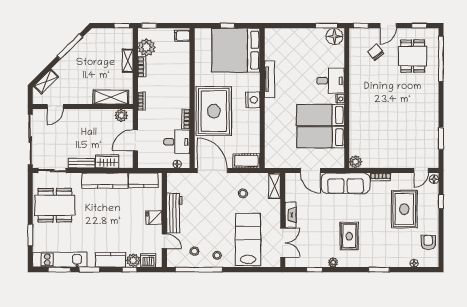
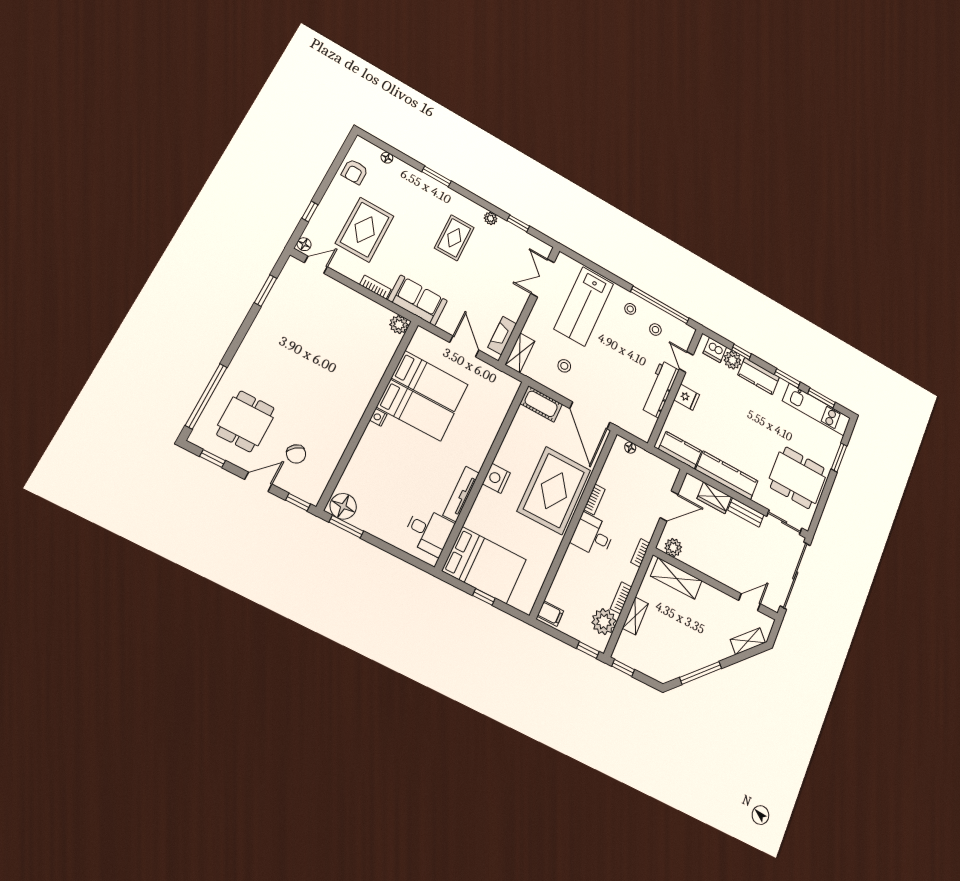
bed: (236, 50) -> (484, 565), width x0.73
desk: (331, 81) -> (429, 531), moved, turned 180
desk: (177, 142) -> (593, 535), moved
sofa: (346, 183) -> (418, 300), width x0.73
fireplace: (291, 215) -> (502, 336), moved

